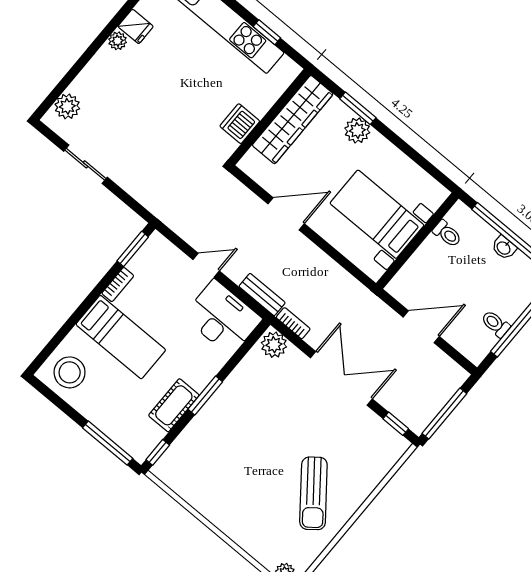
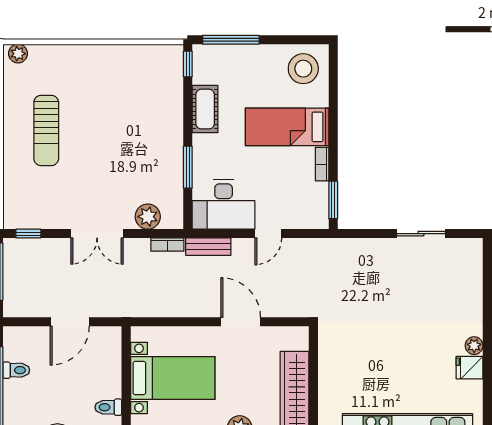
plant: (67, 106) -> (471, 265), removed
dishwasher: (240, 124) -> (331, 360), removed
door: (286, 214) -> (241, 322), swing flipped
plant: (274, 345) -> (148, 217), moved
double door: (341, 378) -> (97, 234), width x0.73
window: (205, 396) -> (188, 167), moved
sun lounger: (313, 493) -> (46, 130), turned -142

